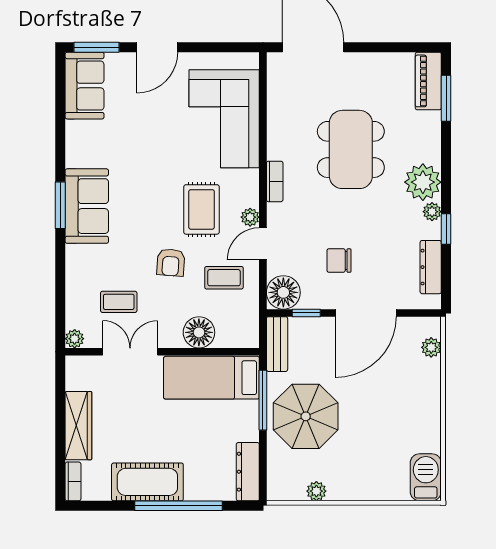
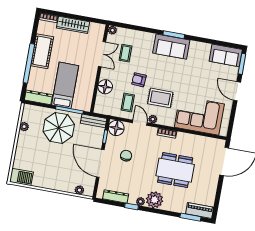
bed: (211, 378) -> (65, 85), moved

